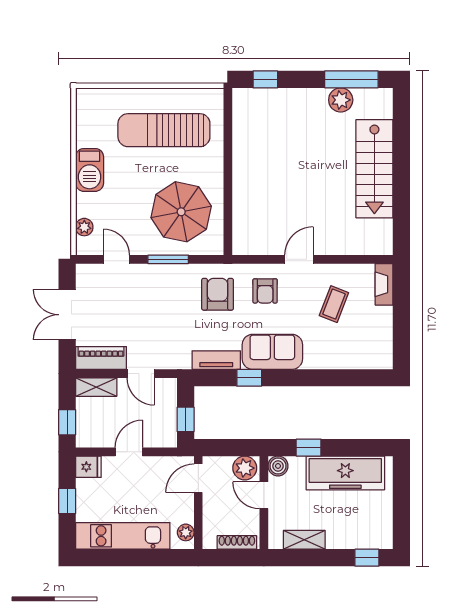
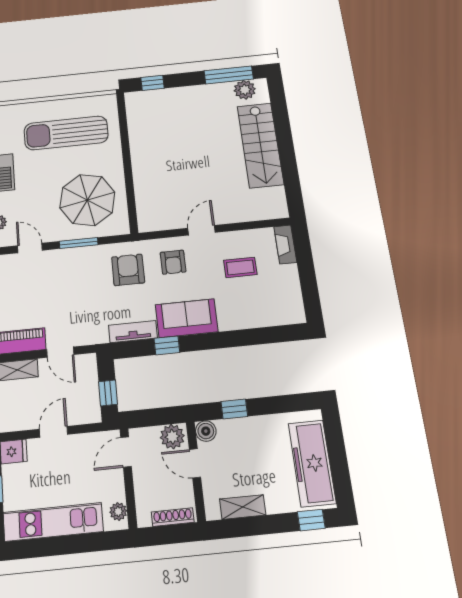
plant: (341, 100) -> (245, 90), moved
coffee table: (334, 304) -> (240, 267), turned 69
freezer: (345, 473) -> (312, 463), moved, turned 90

